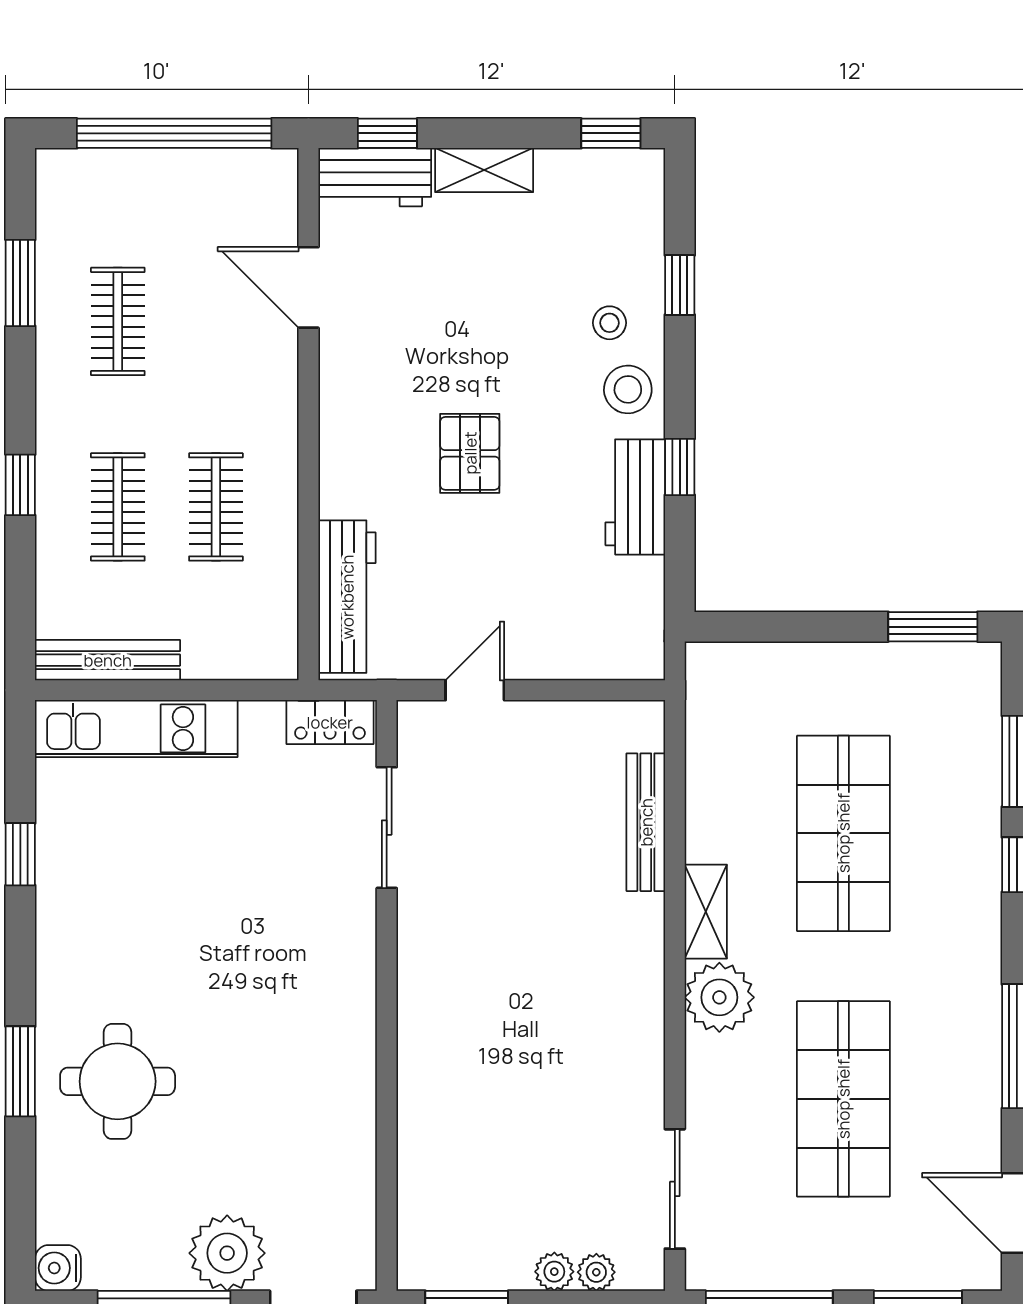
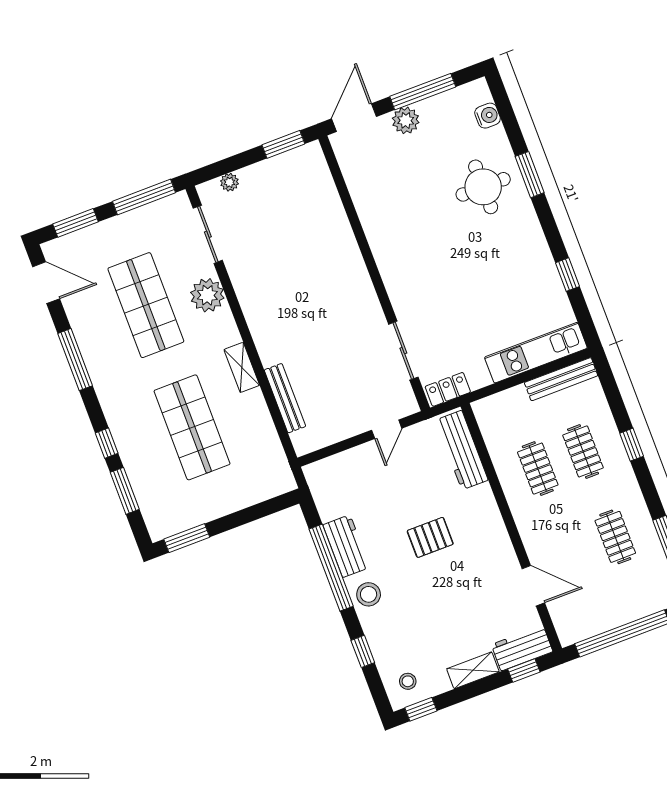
stool: (610, 323) -> (408, 681), moved
pallet: (470, 453) -> (430, 537), turned 90
window: (680, 467) -> (331, 568), width x3.17
plant: (719, 997) -> (207, 295), moved
plant: (227, 1253) -> (406, 120), width x0.73, depth x0.73
water cooler: (58, 1268) -> (488, 116), moved
plant: (554, 1272) -> (249, 175), removed

